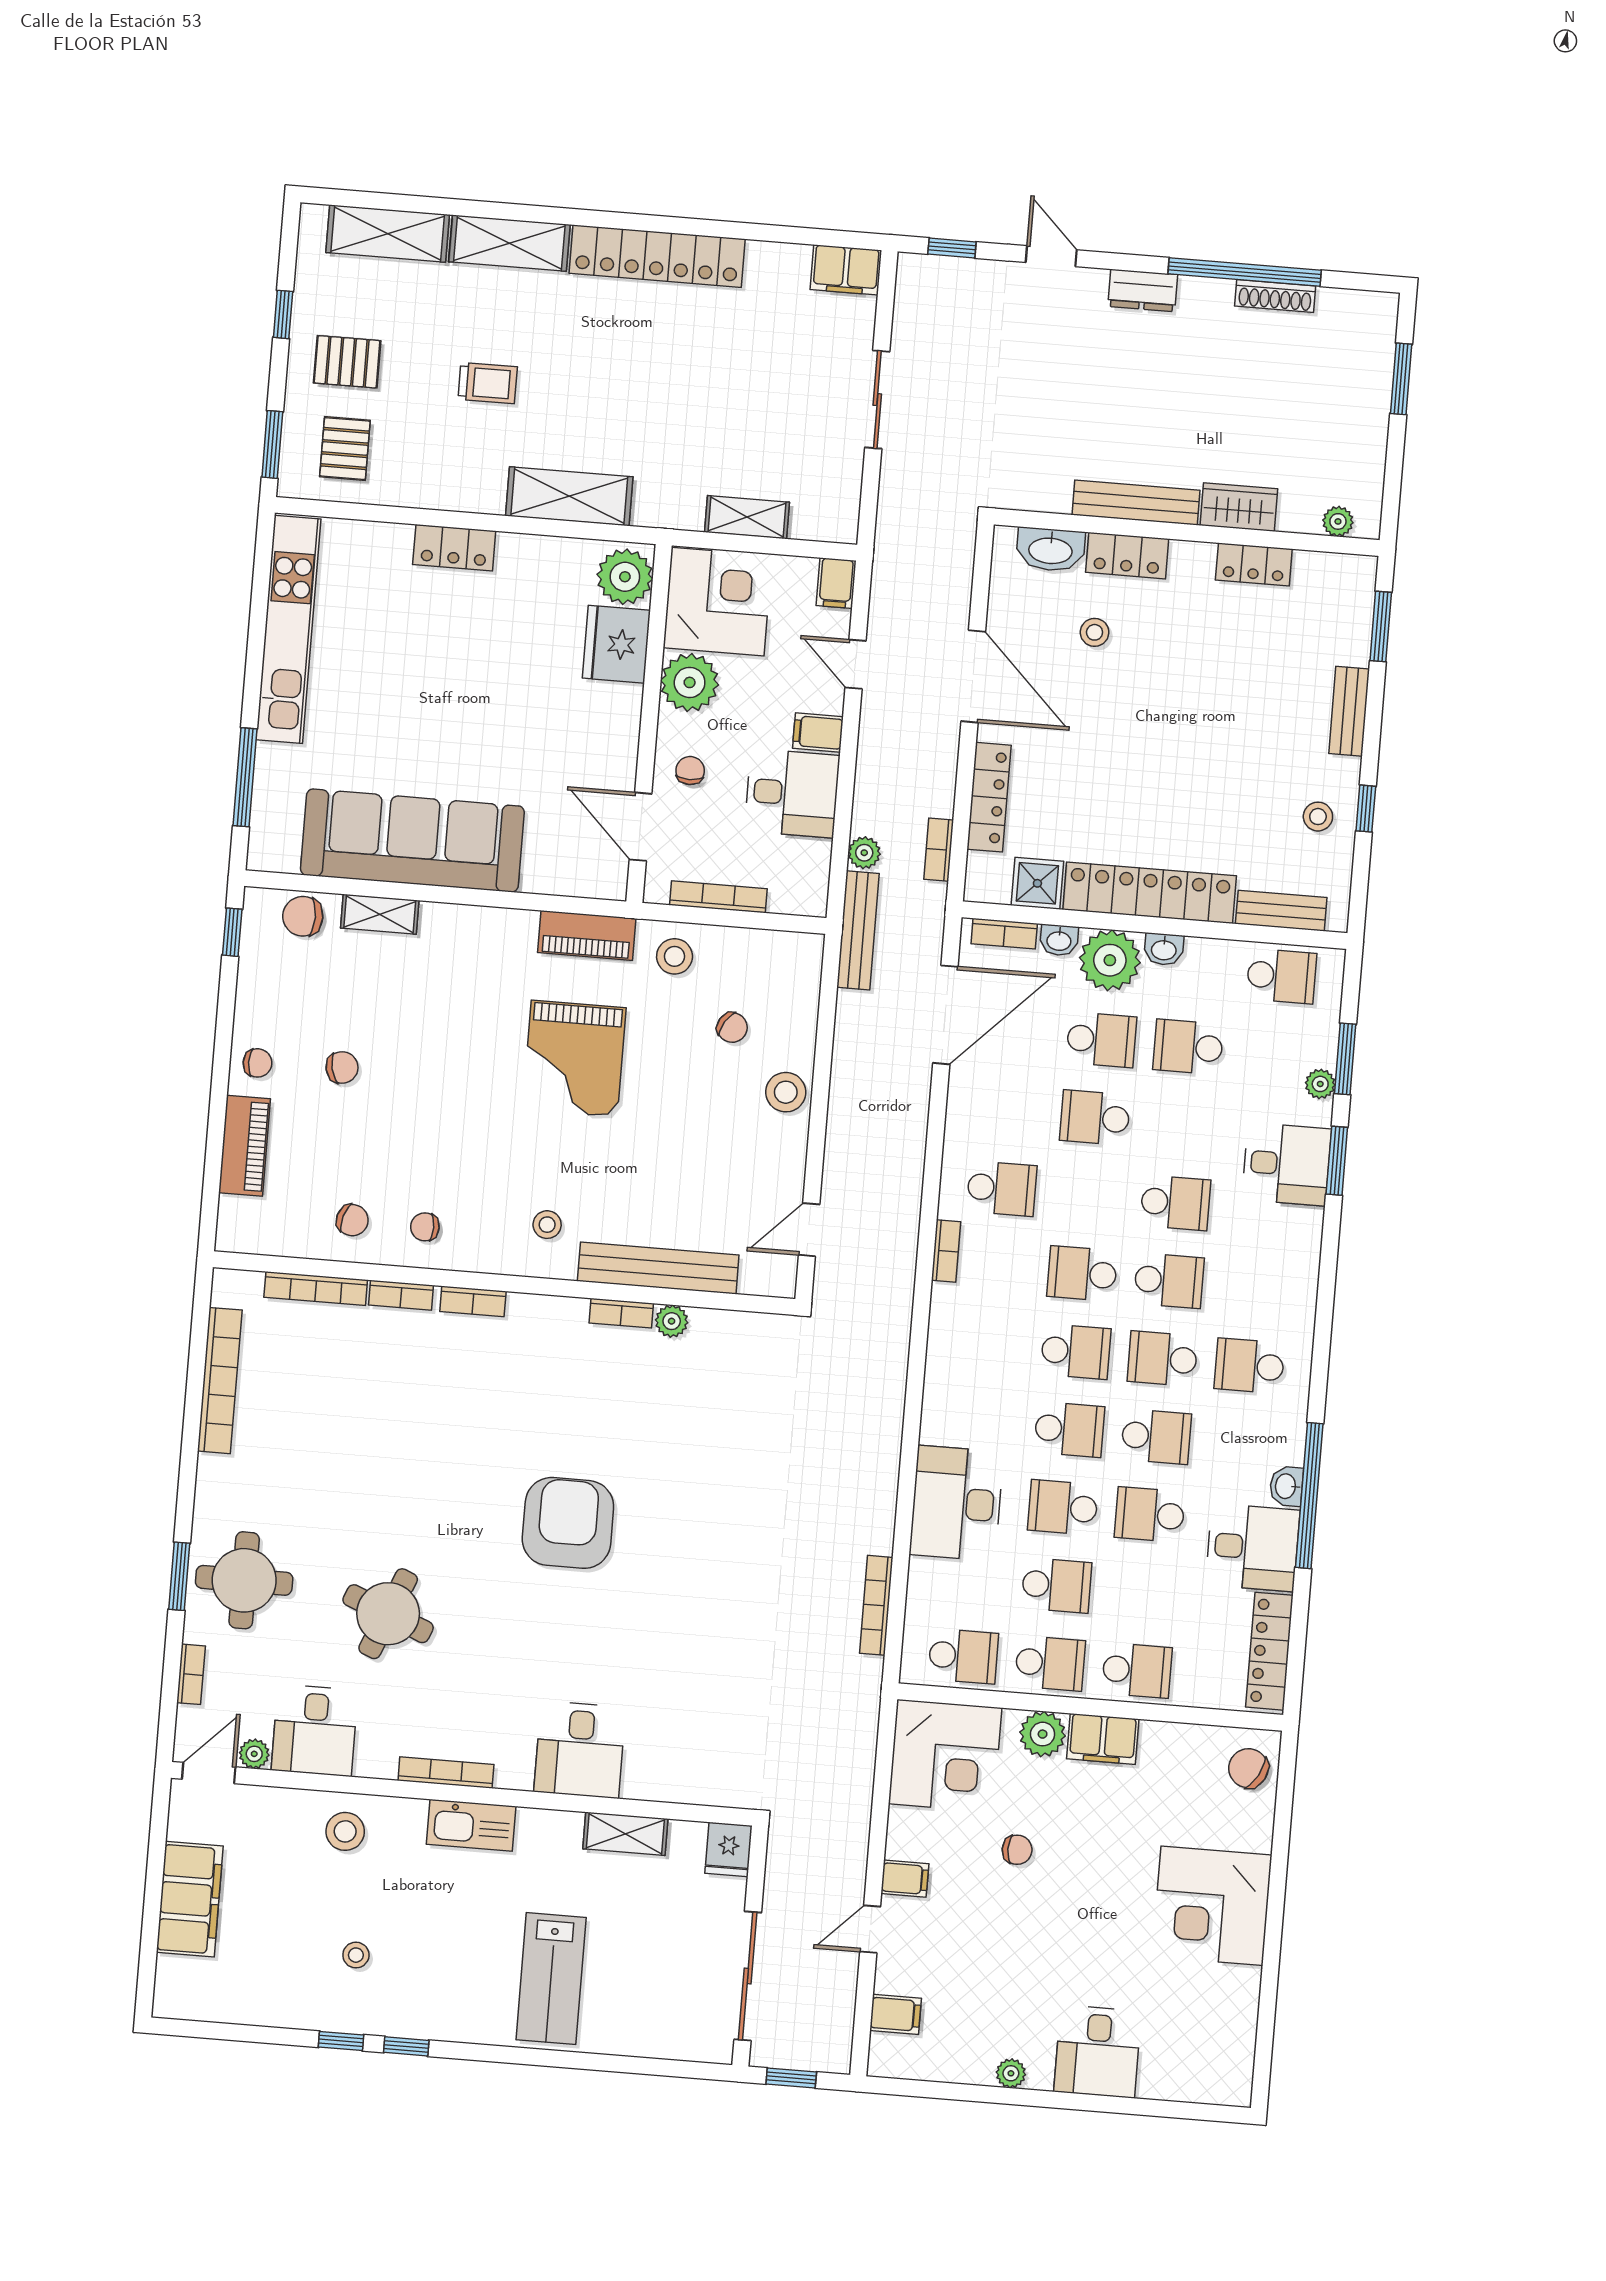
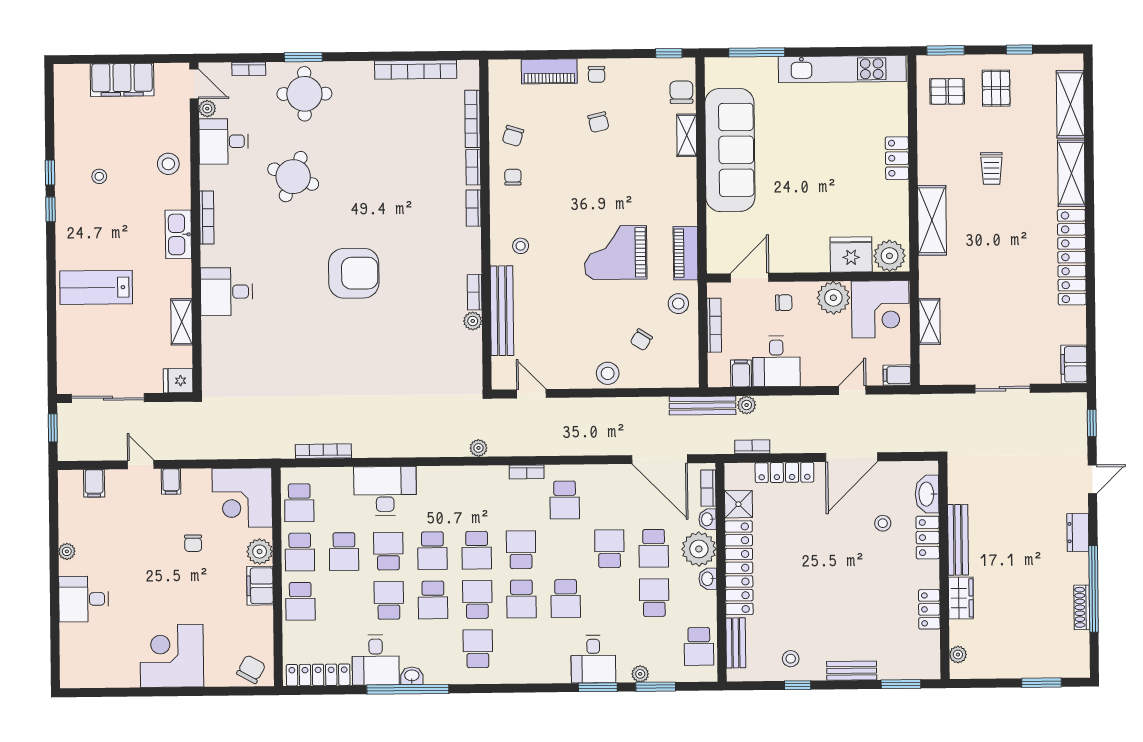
filing cabinet: (818, 732) -> (741, 373), moved
plant: (896, 1332) -> (479, 448), added

